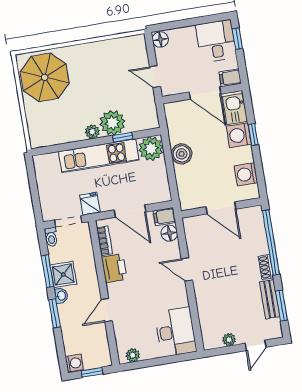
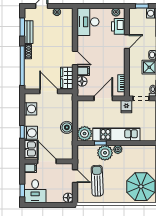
sun lounger: (118, 75) -> (97, 181), added
door: (130, 211) -> (103, 98), hinge flipped
filing cabinet: (164, 217) -> (83, 71), moved
wardrobe: (195, 235) -> (67, 78), added
printer: (114, 268) -> (118, 26), moved

